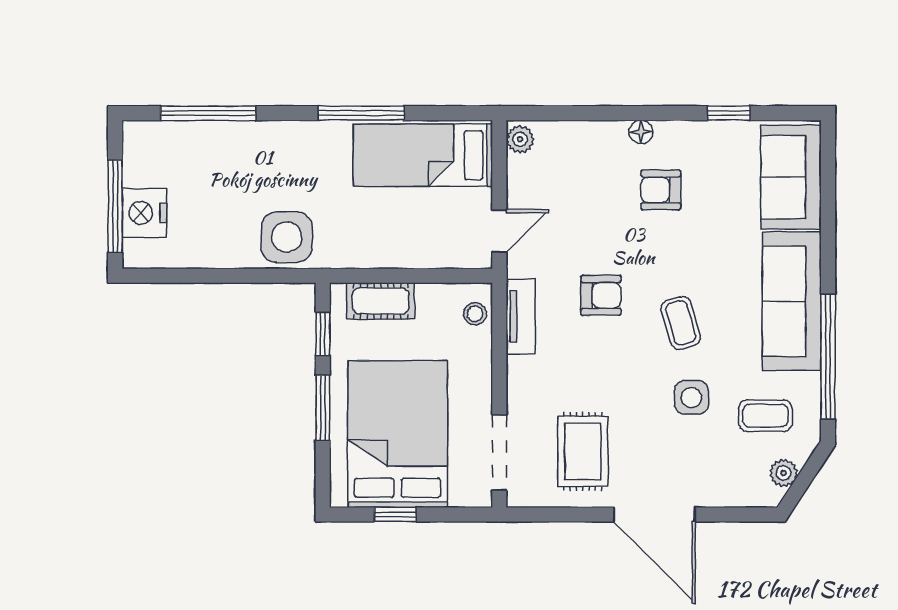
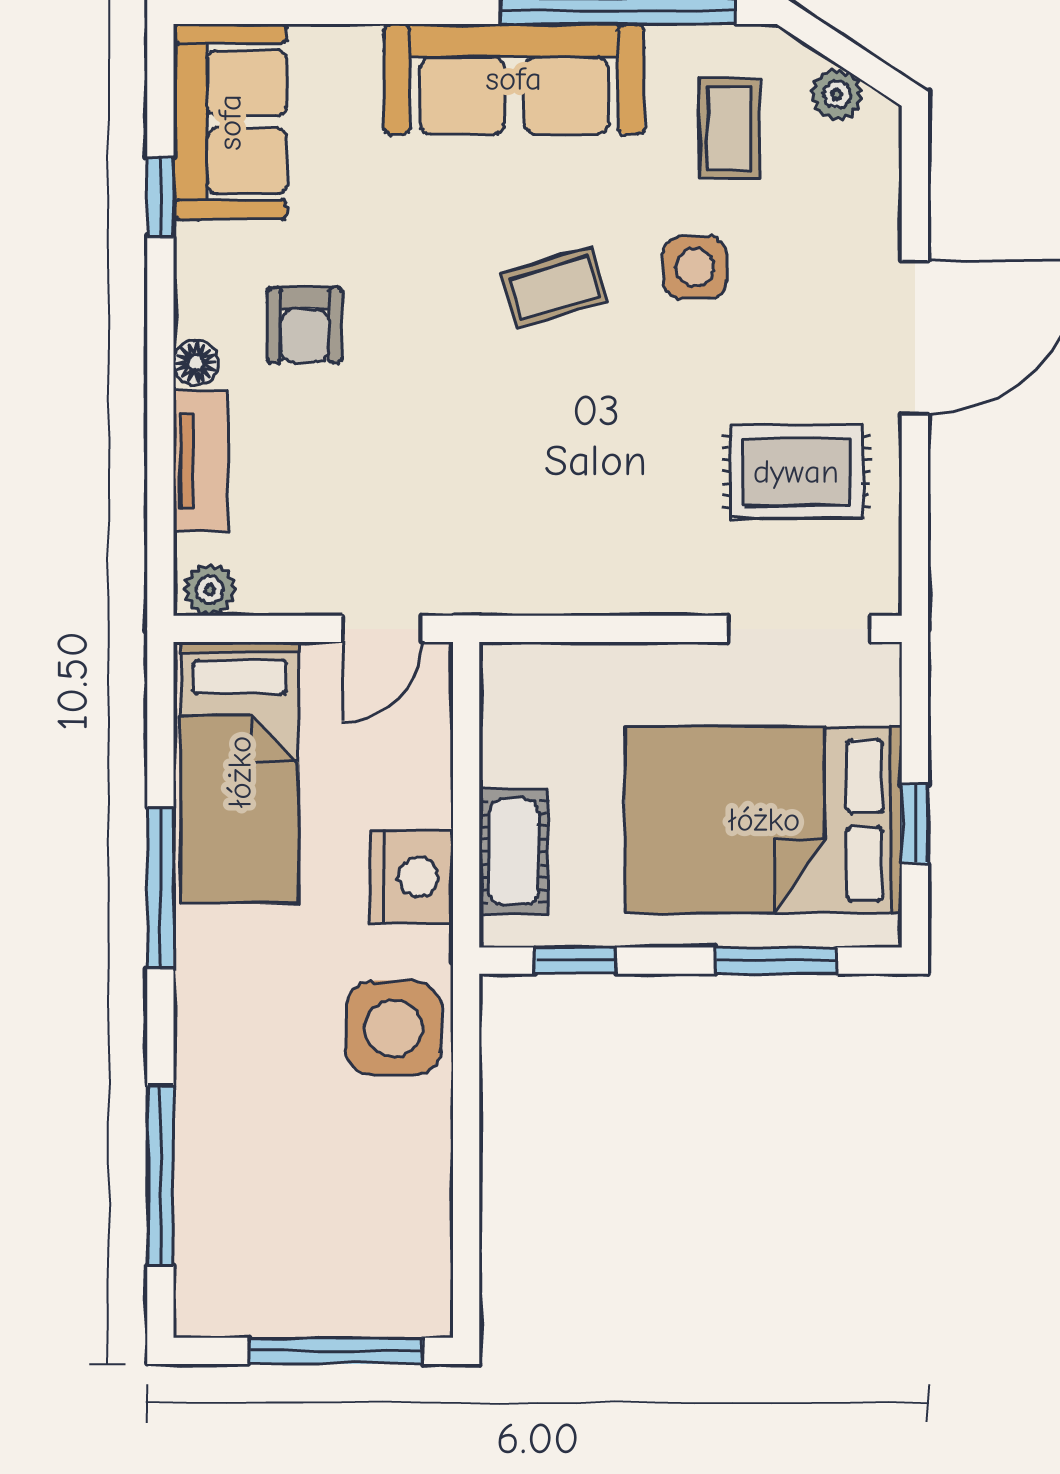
sofa: (791, 177) -> (230, 122), moved, turned -90
nightstand: (144, 213) -> (412, 877), moved, turned -90
door: (499, 231) -> (382, 629), swing flipped
armchair: (601, 295) -> (503, 438), removed
stool: (475, 314) -> (538, 675), removed
tv unit: (521, 317) -> (201, 461), moved, turned 90
window: (323, 408) -> (776, 961), moved

